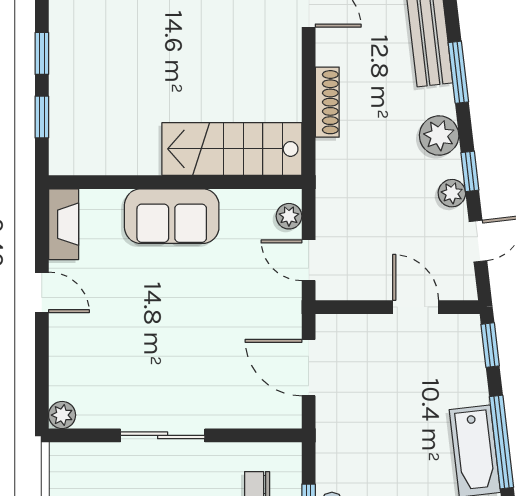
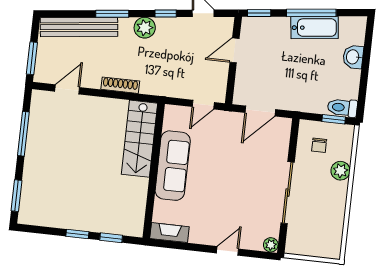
plant: (452, 193) -> (176, 24), removed
sofa: (172, 216) -> (173, 166), width x1.36
plant: (289, 216) -> (179, 112), removed
door: (42, 292) -> (228, 251), moved
sliding door: (163, 435) -> (288, 193), width x1.37

